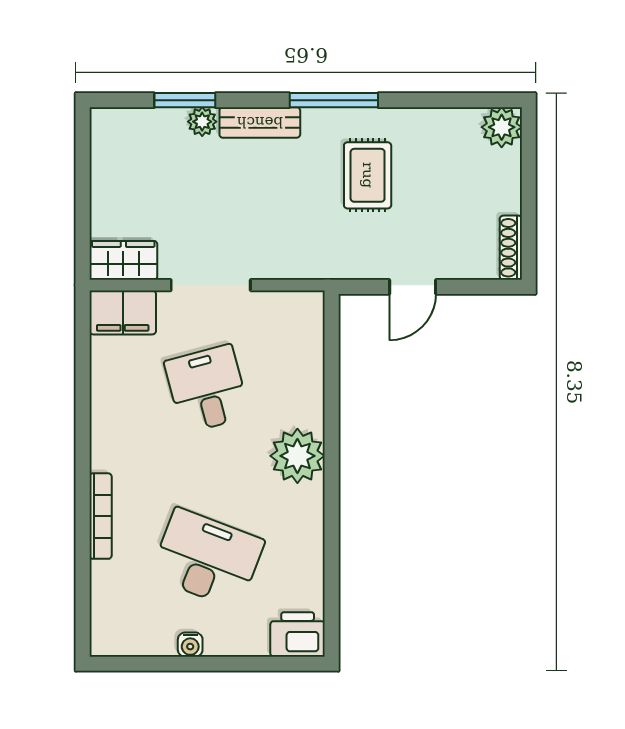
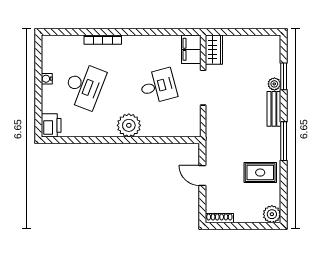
rug: (368, 175) -> (260, 173), moved

